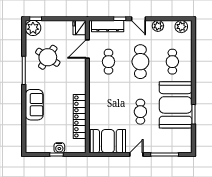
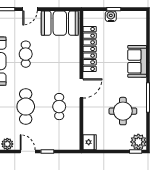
dresser: (108, 26) -> (60, 144), removed
door: (87, 49) -> (81, 88), moved
round table: (48, 57) -> (123, 111), turned -33

